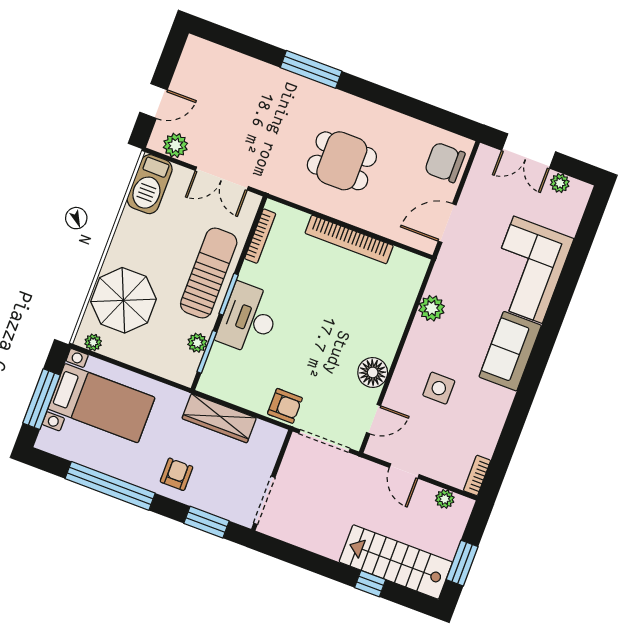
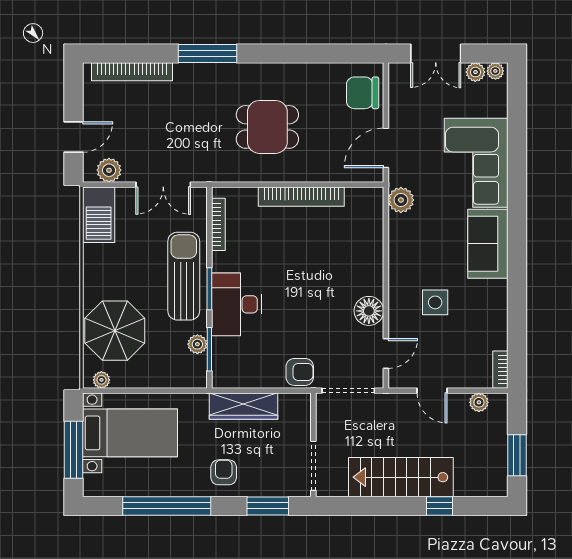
bookcase: (233, 60) -> (132, 72), added
plant: (579, 189) -> (495, 71), added
plant: (432, 308) -> (401, 200), moved
stairs: (396, 562) -> (401, 477), moved

